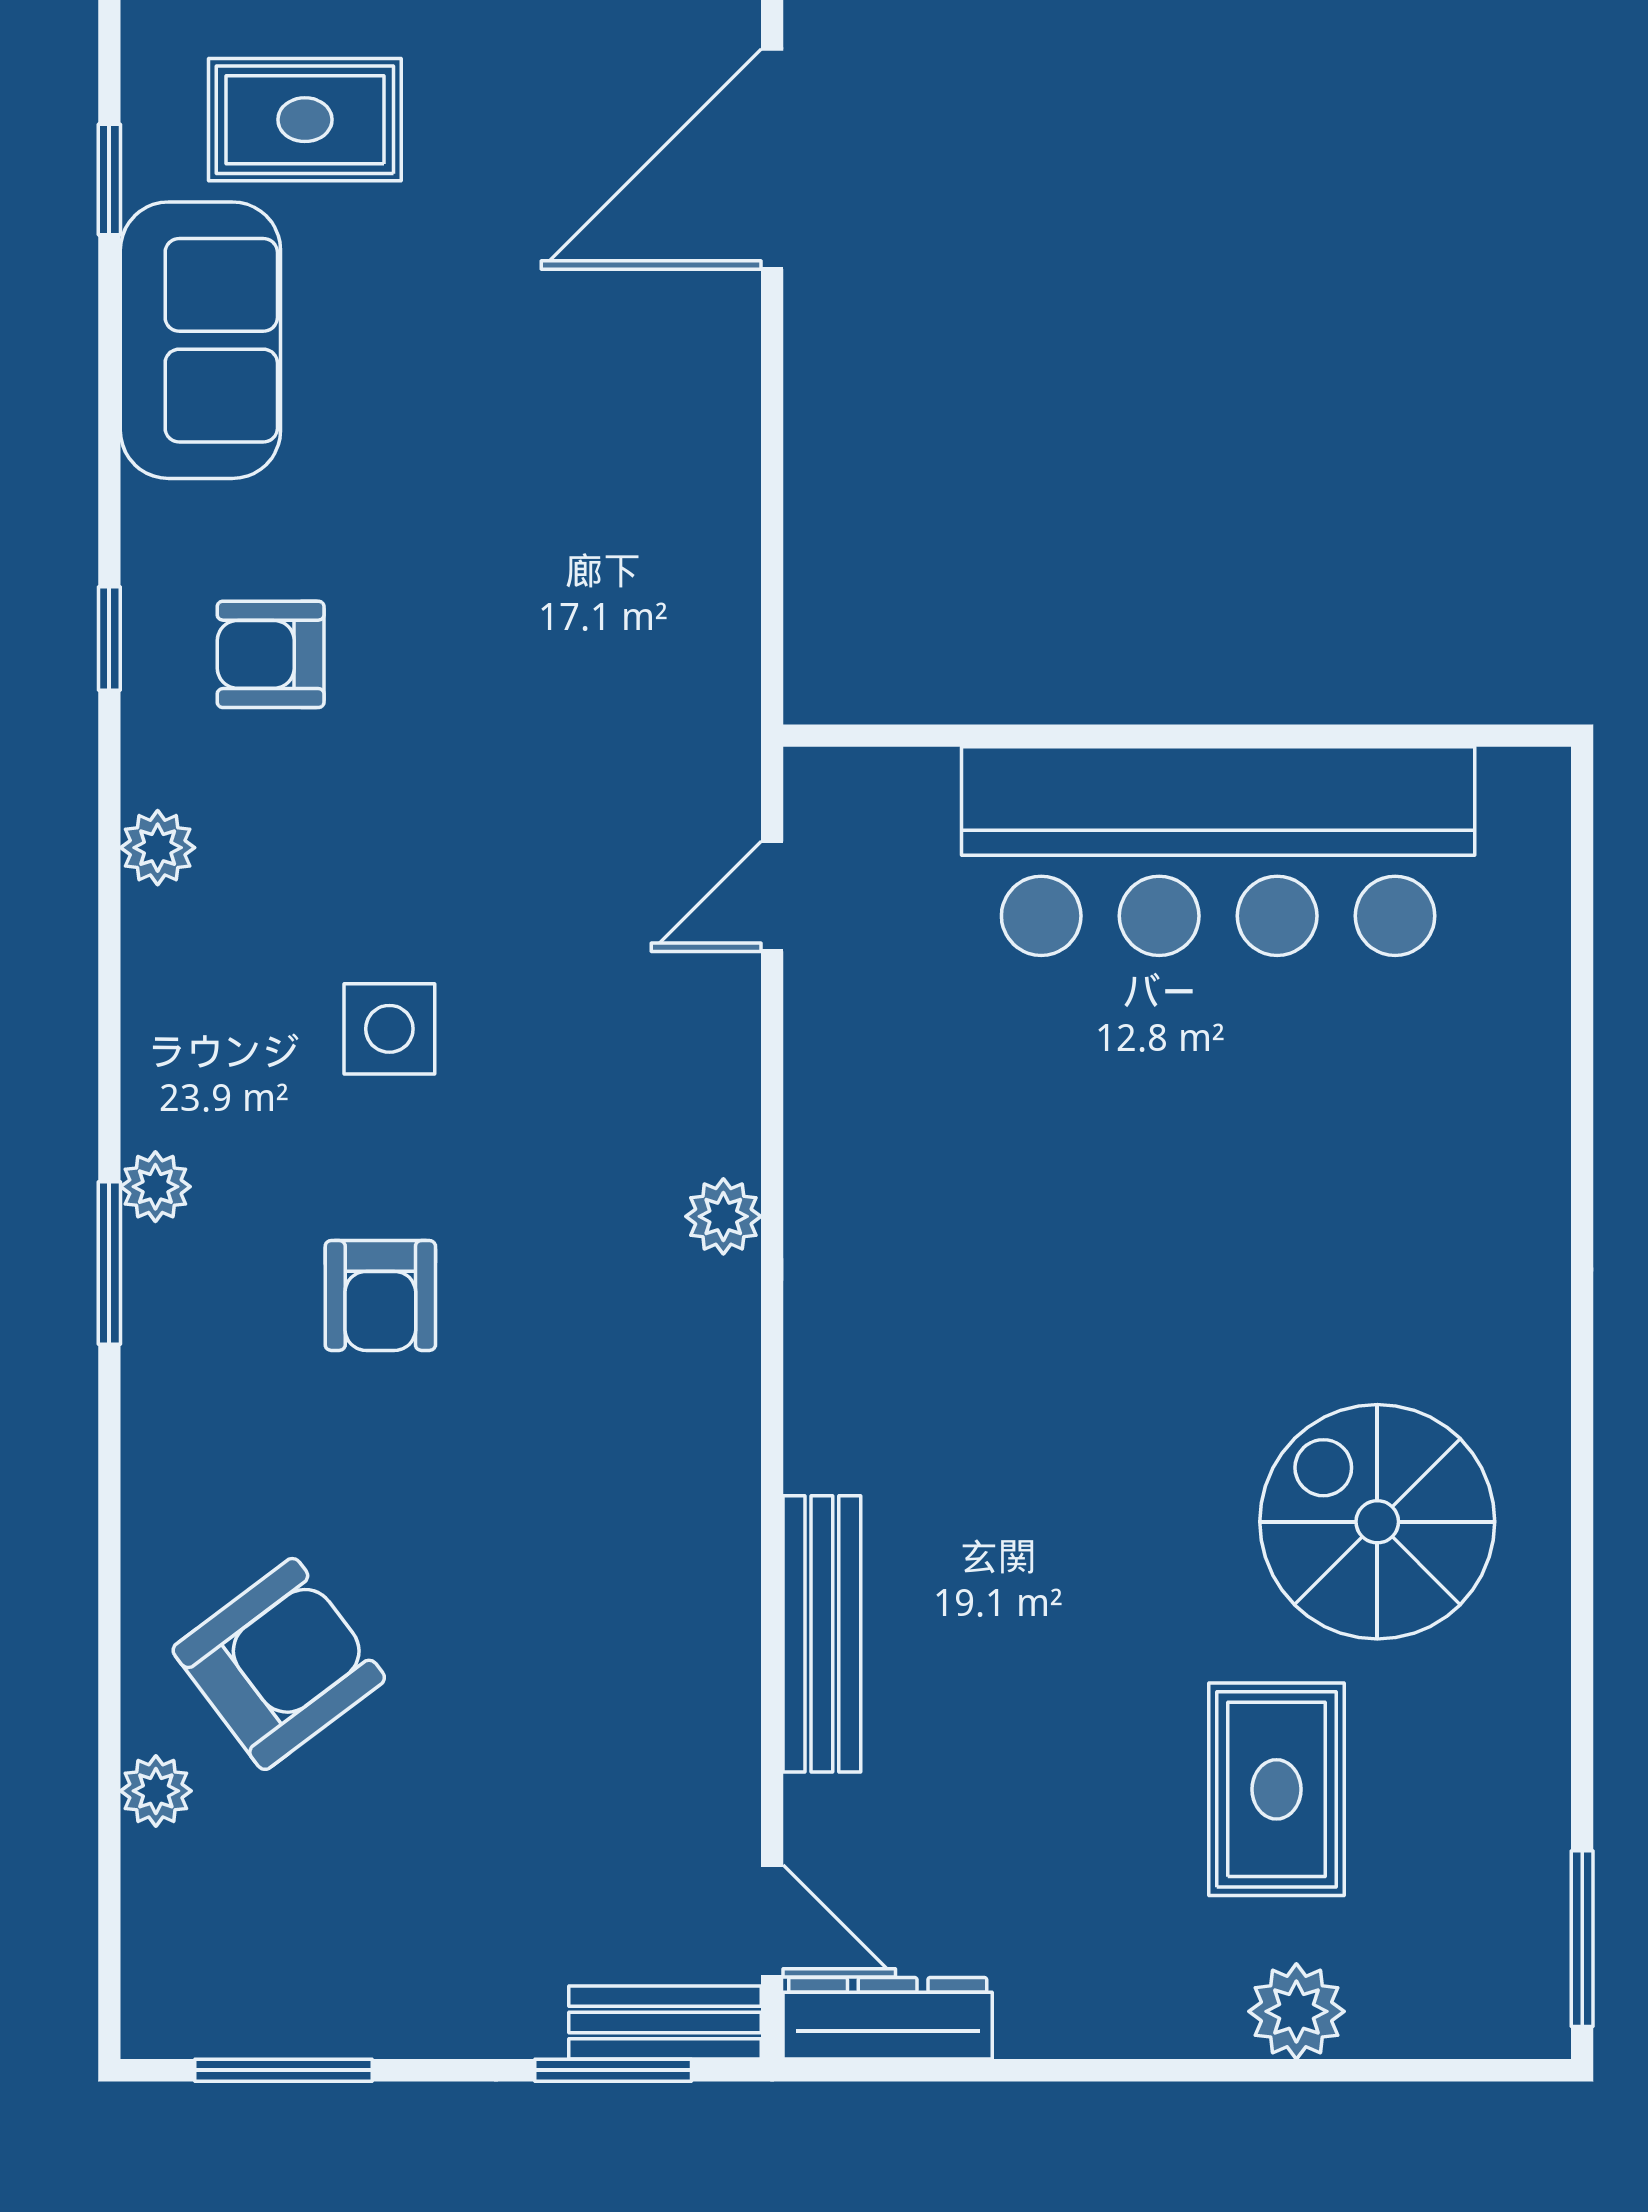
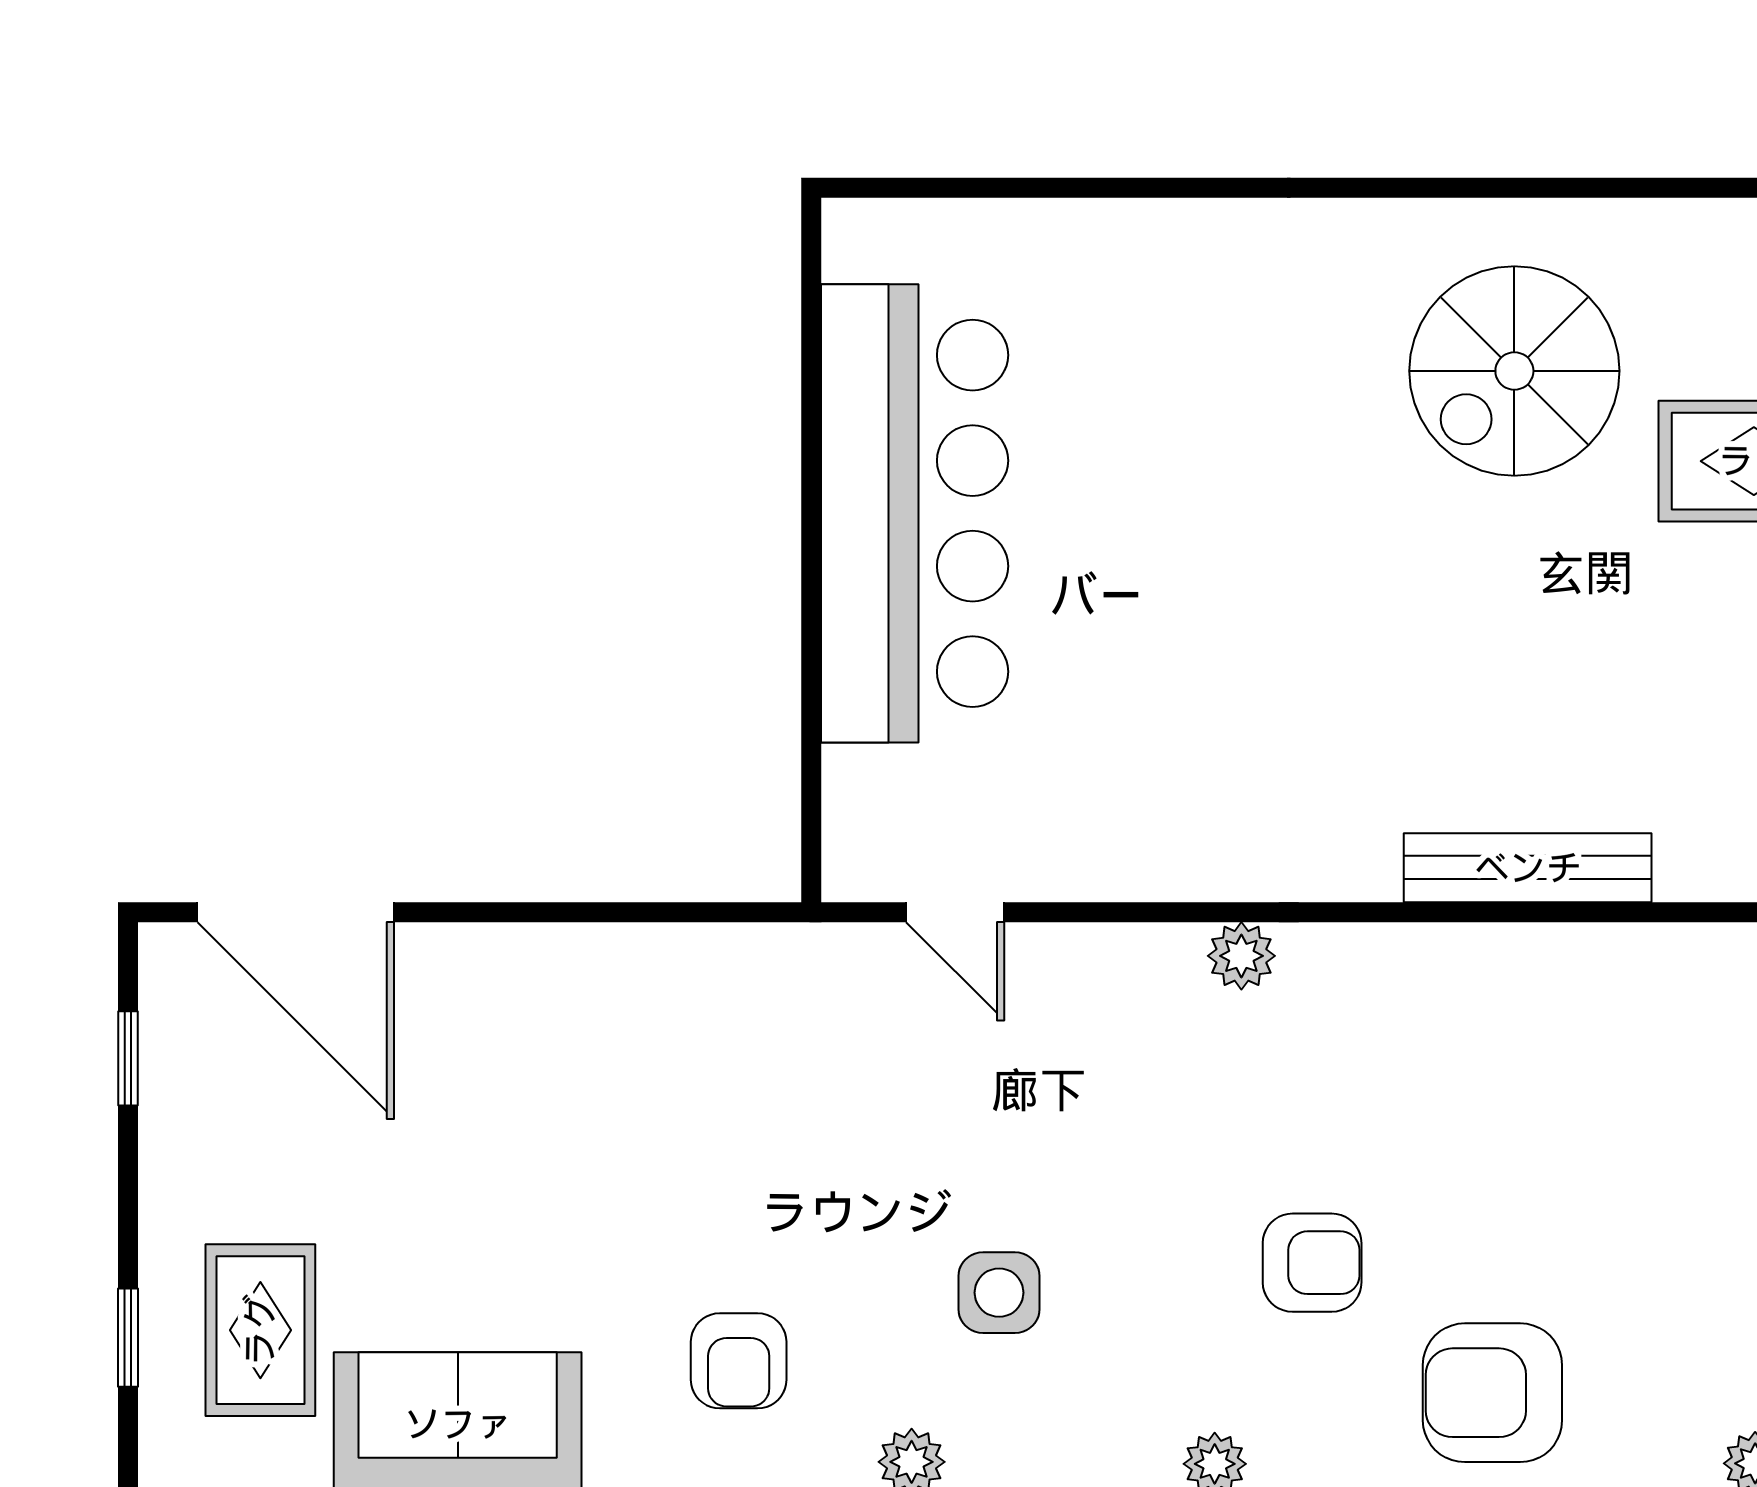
side table: (389, 1029) -> (999, 1293), moved
bench: (822, 1634) -> (1528, 868), moved
armchair: (279, 1664) -> (1492, 1393), moved, turned -53

